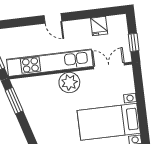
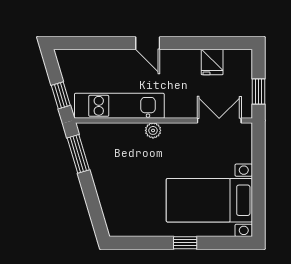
kitchen unit: (50, 63) -> (119, 106), width x0.73
plant: (69, 82) -> (153, 130), width x0.53, depth x0.53

